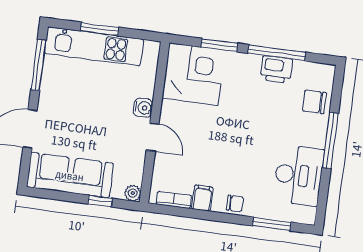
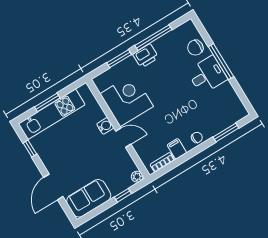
window: (38, 65) -> (30, 149), width x0.46
printer: (276, 69) -> (146, 56), moved
corner desk: (193, 74) -> (127, 100), moved
sofa: (70, 175) -> (89, 198), width x0.73
desk: (298, 175) -> (207, 75), moved, width x0.73

